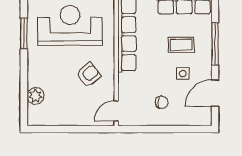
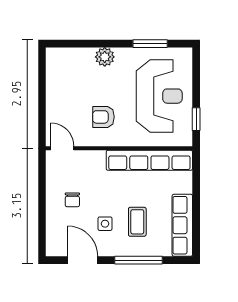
armchair: (89, 75) -> (103, 117), turned 129
plant: (35, 96) -> (105, 57), moved

